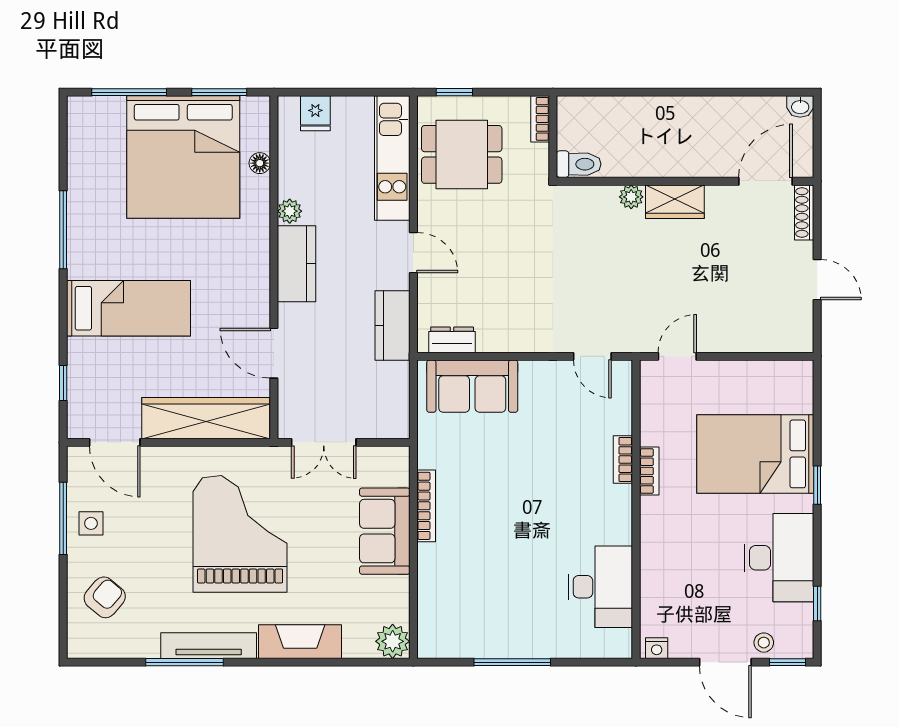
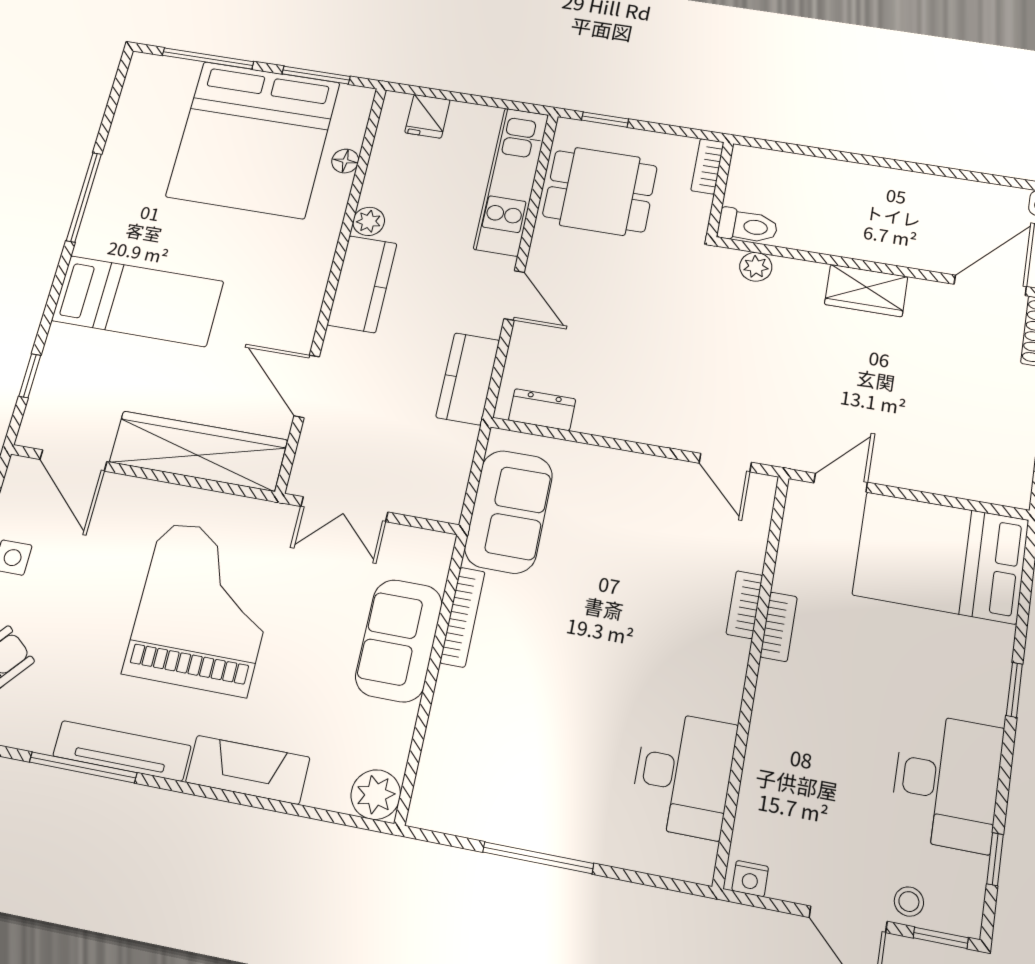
plant: (631, 197) -> (756, 267), moved
sofa: (472, 386) -> (509, 512), moved, turned -90
bed: (755, 454) -> (941, 557), moved

